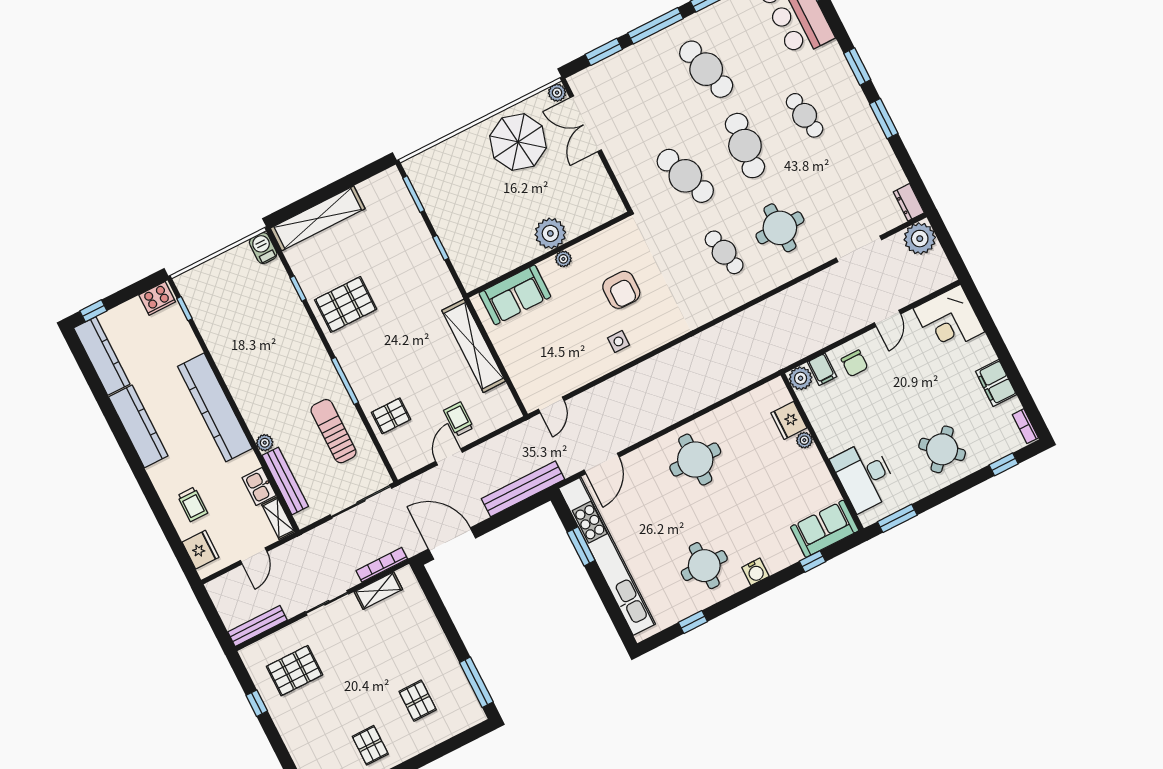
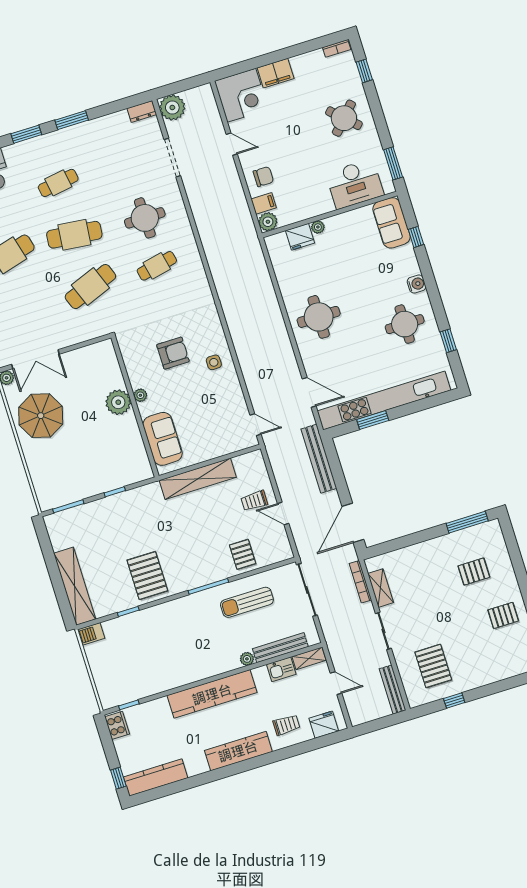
filing cabinet: (996, 383) -> (276, 73), moved
kitchen counter: (138, 426) -> (238, 751), moved

